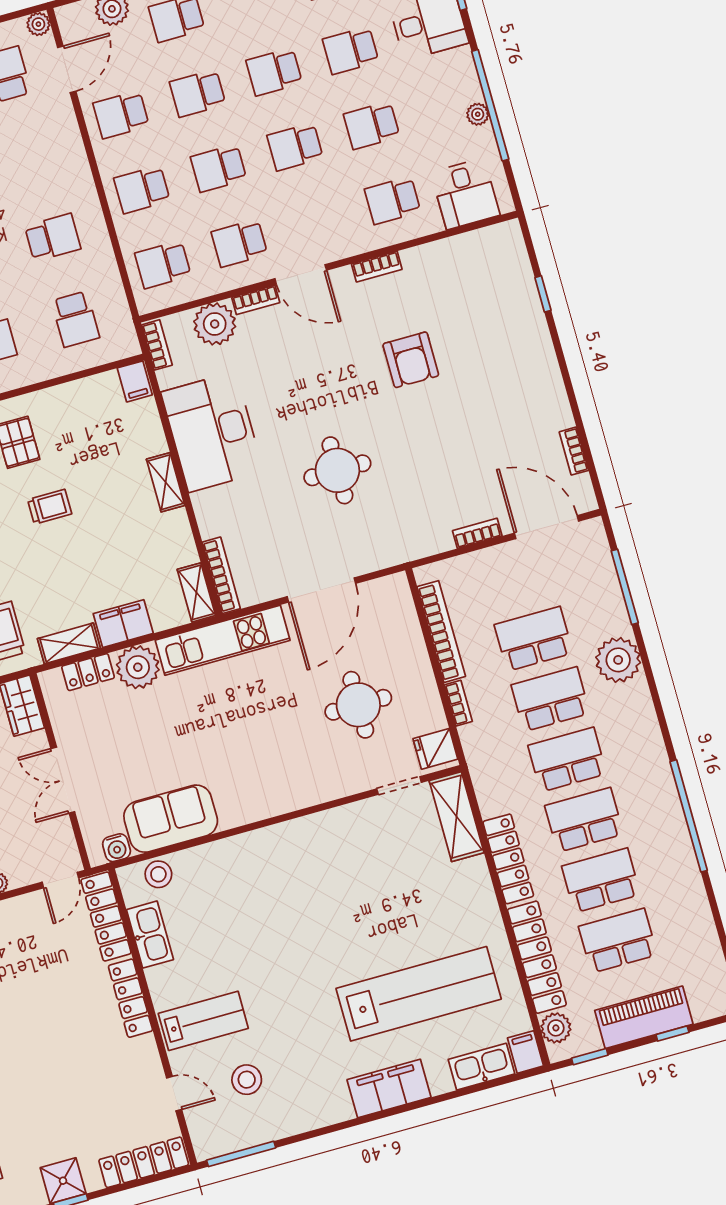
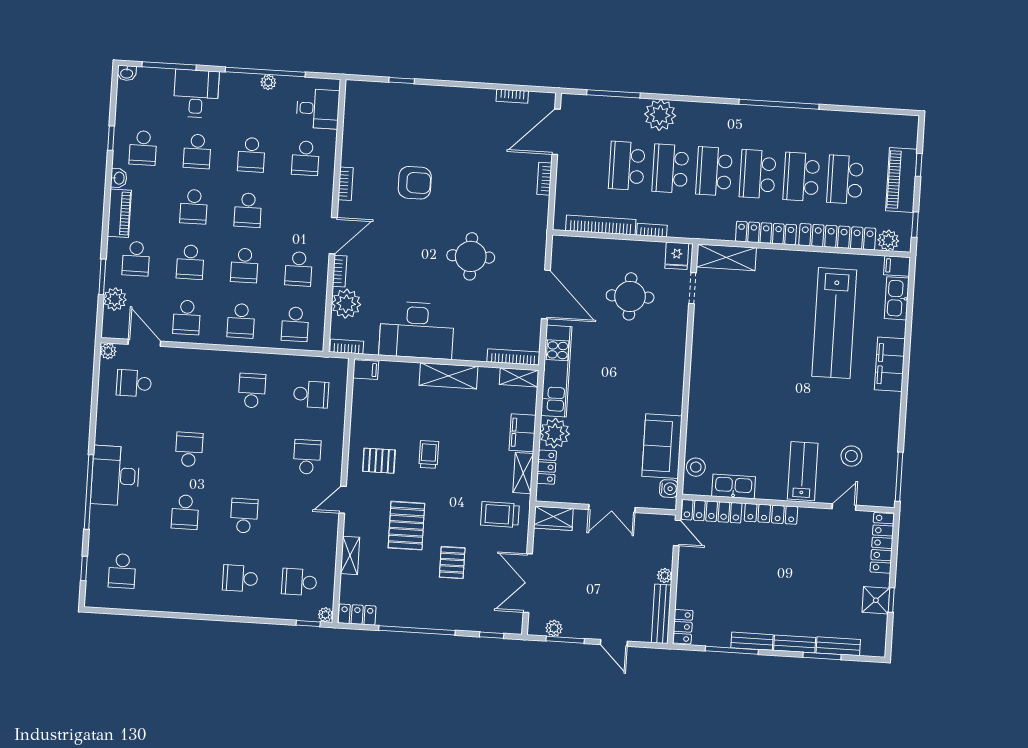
shelving: (166, 482) -> (449, 376), width x1.50, depth x1.33
lab bench: (419, 994) -> (834, 323), turned 180

